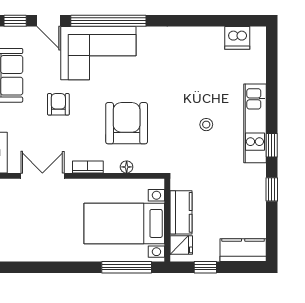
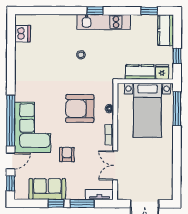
armchair: (58, 104) -> (67, 154), turned 90
kitchen unit: (255, 123) -> (104, 22), moved
window: (272, 189) -> (149, 11), moved

